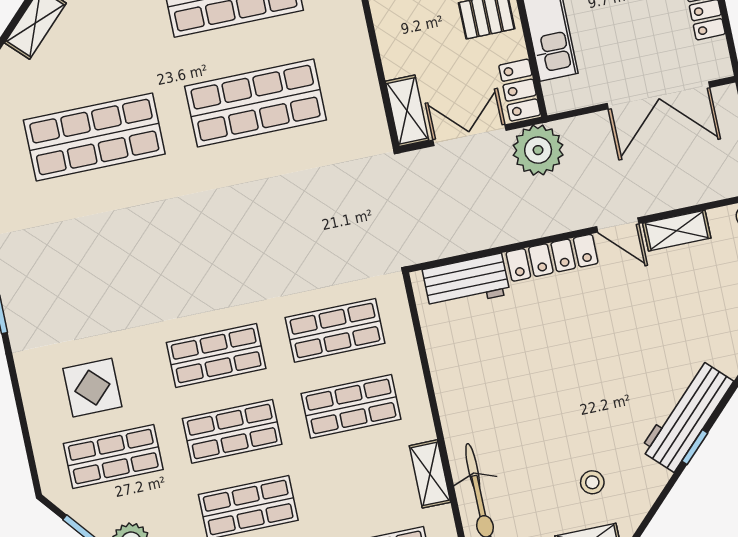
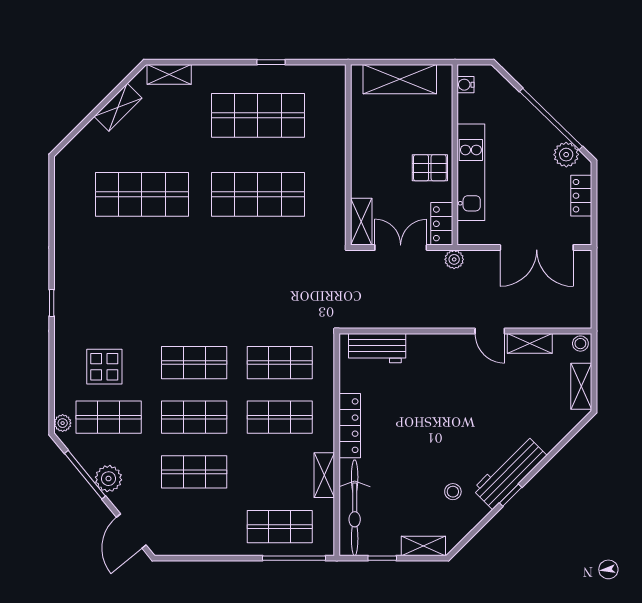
plant: (538, 150) -> (454, 259), width x0.53, depth x0.53
locker: (552, 258) -> (350, 426), moved, turned -90
plant: (51, 478) -> (63, 423), added
stool: (592, 482) -> (453, 492), moved

